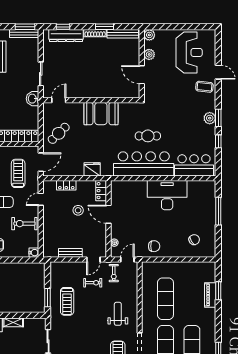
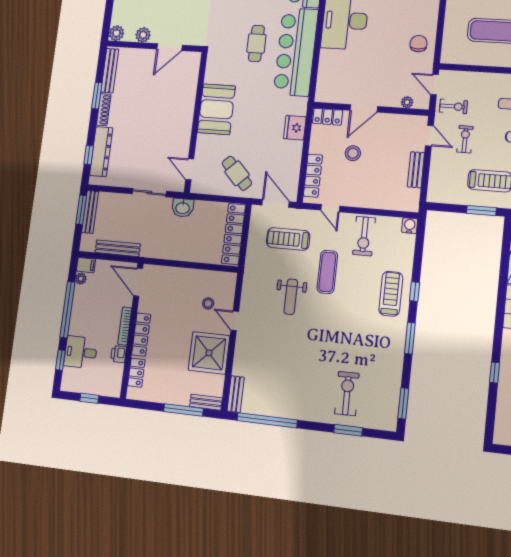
locker: (66, 185) -> (313, 176), width x1.53

